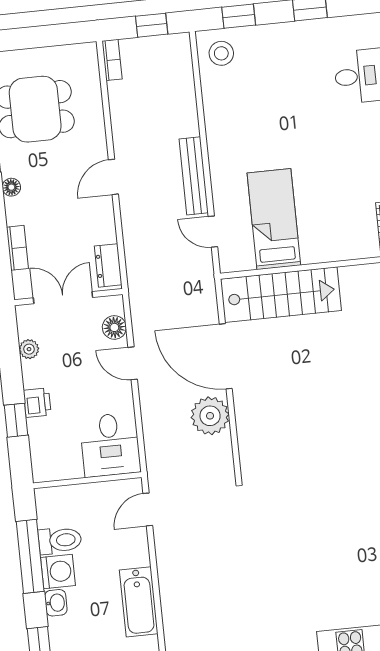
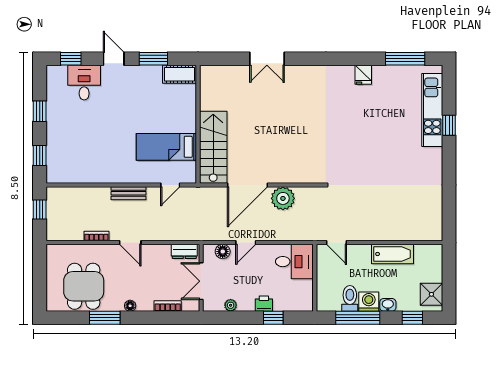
stool: (221, 53) -> (61, 169), removed
bookcase: (112, 60) -> (96, 236), moved
bench: (194, 176) -> (128, 193), width x0.73

